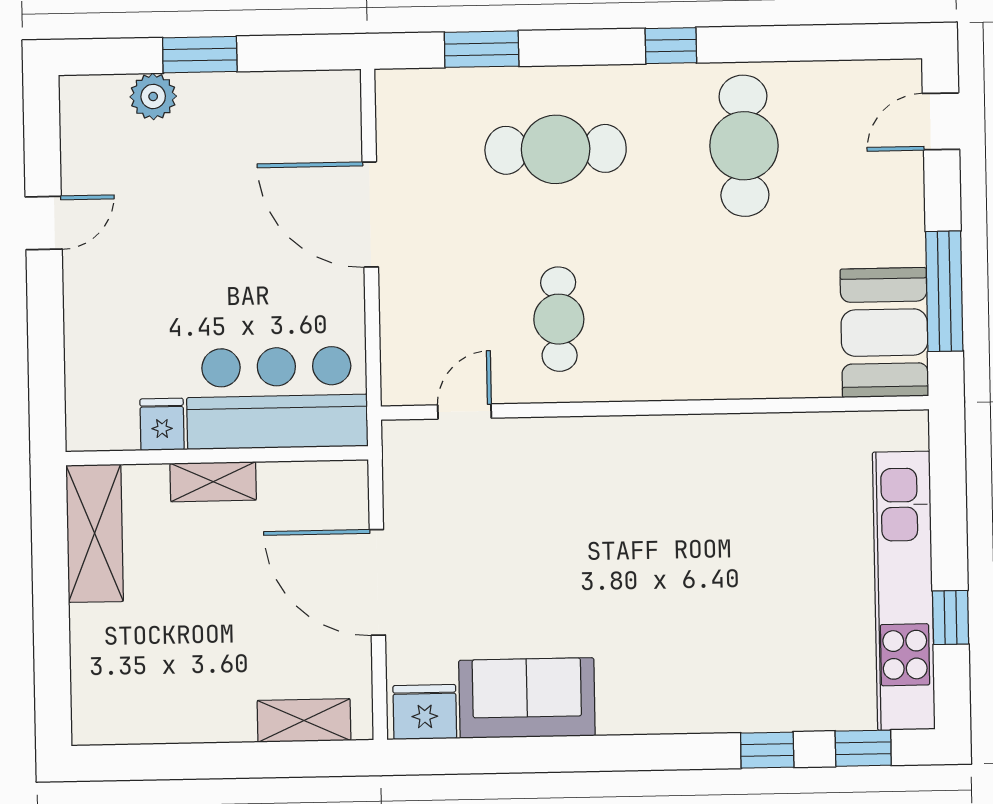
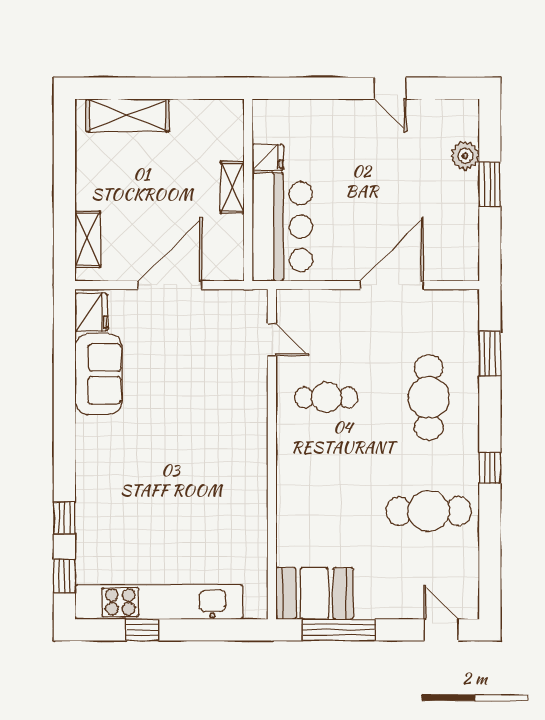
shelving: (95, 533) -> (128, 115), moved

